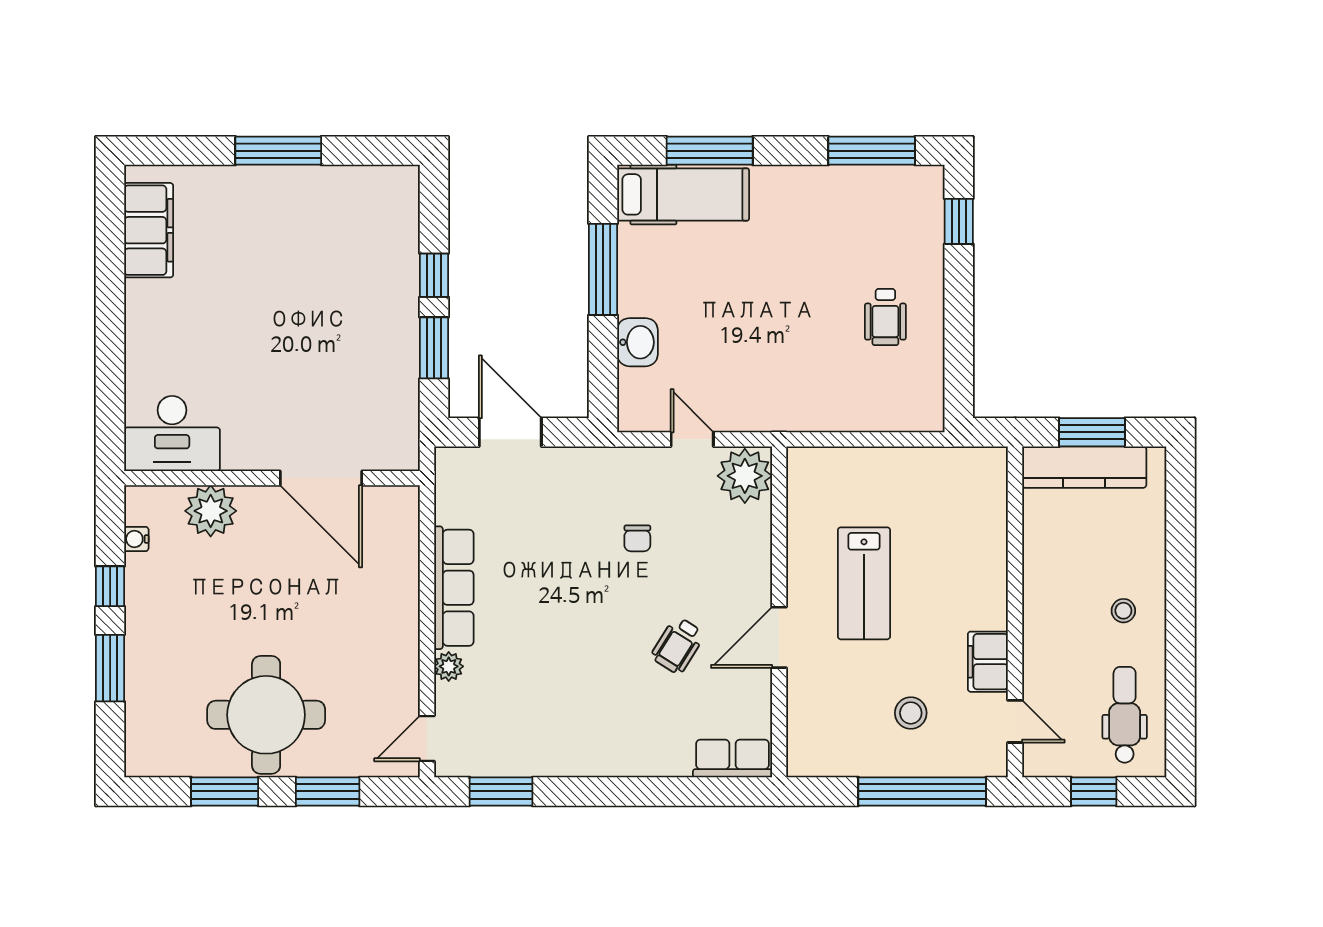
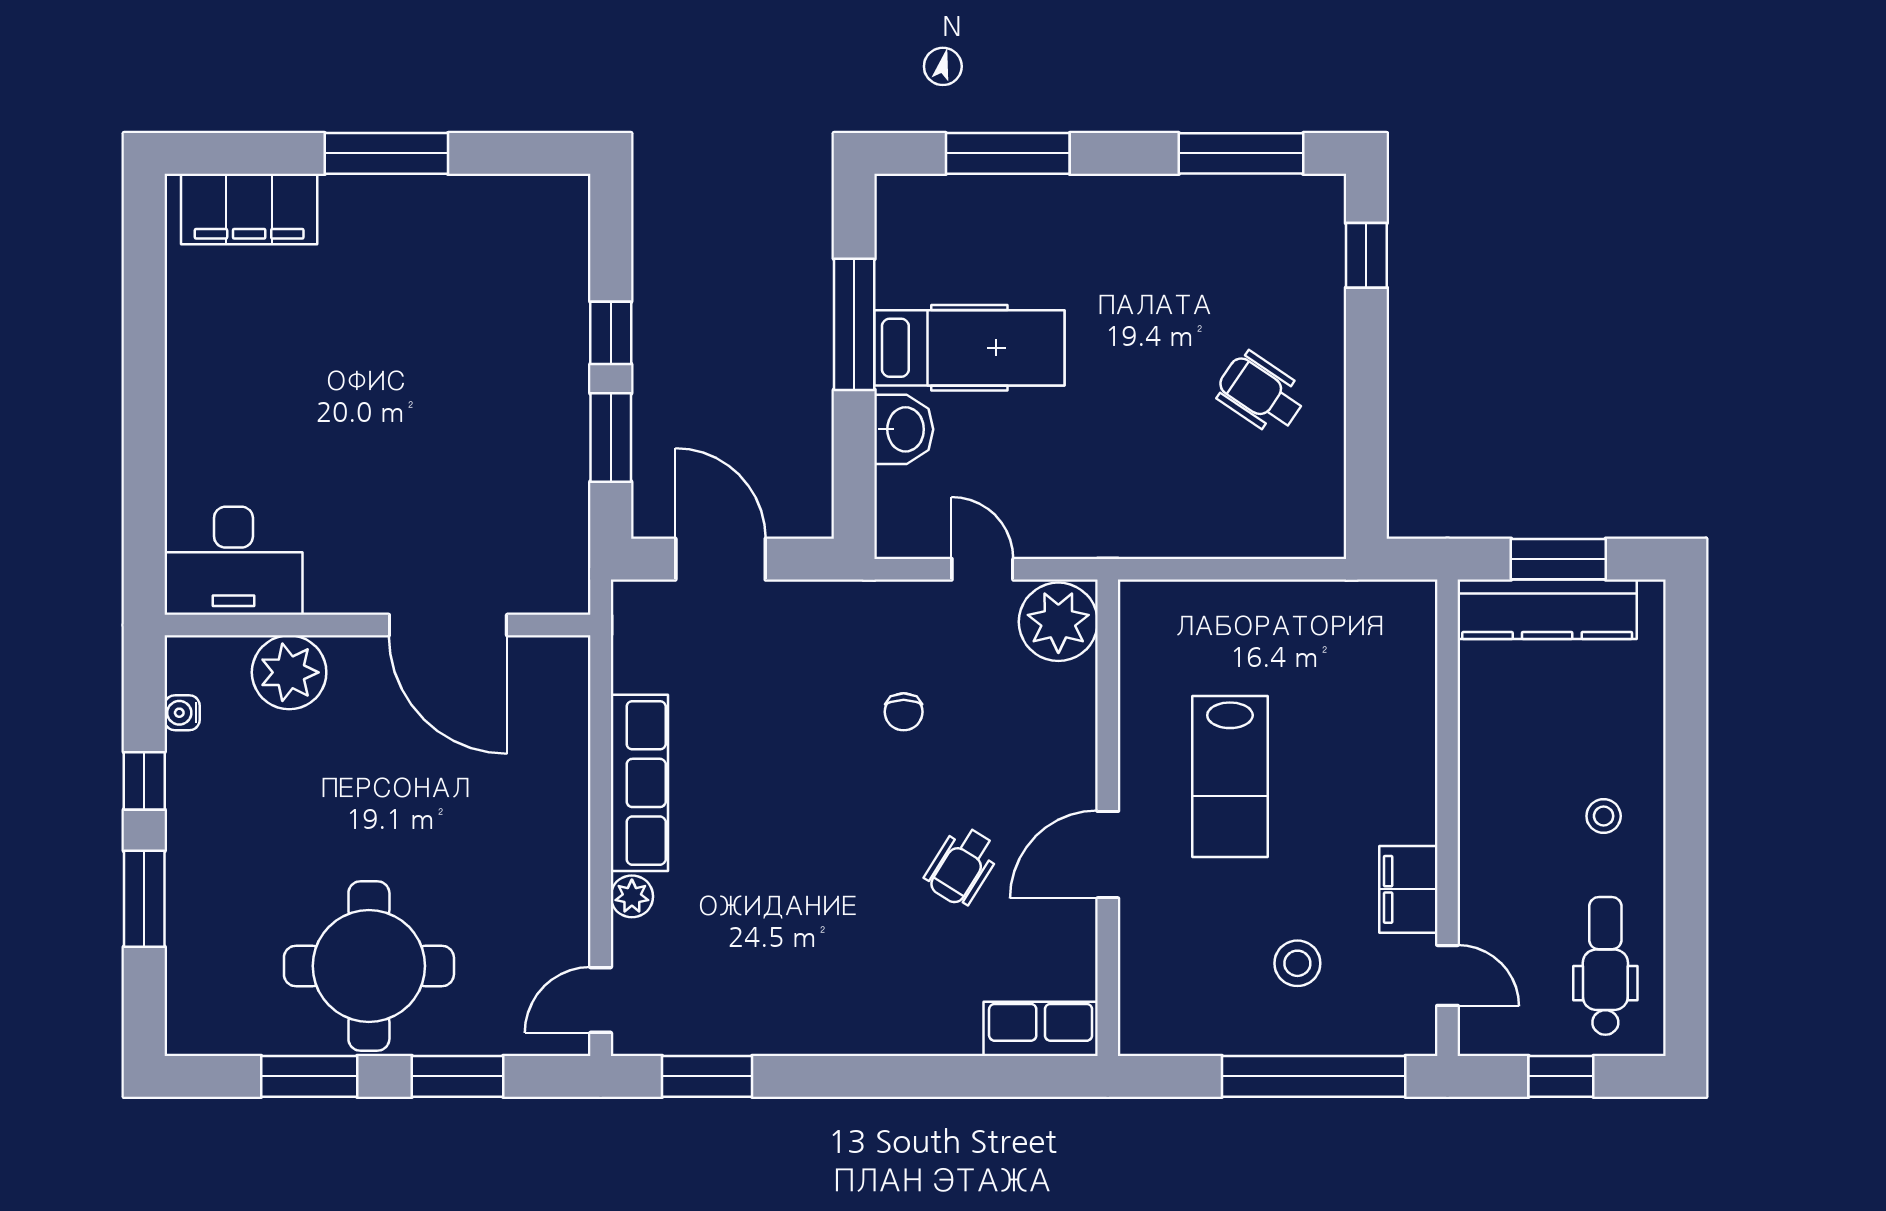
hospital bed: (683, 194) -> (969, 348), moved
filing cabinet: (149, 230) -> (249, 209), moved, turned 90
wheelchair: (885, 317) -> (1261, 393), turned 124

